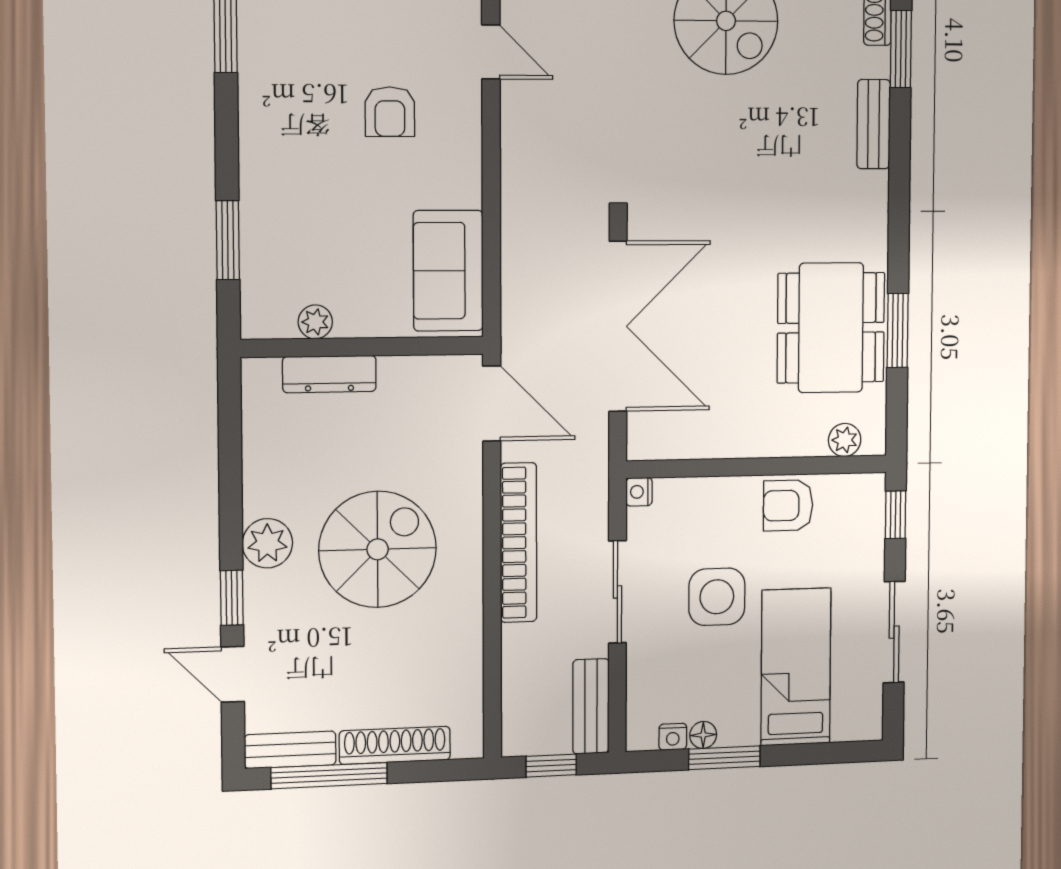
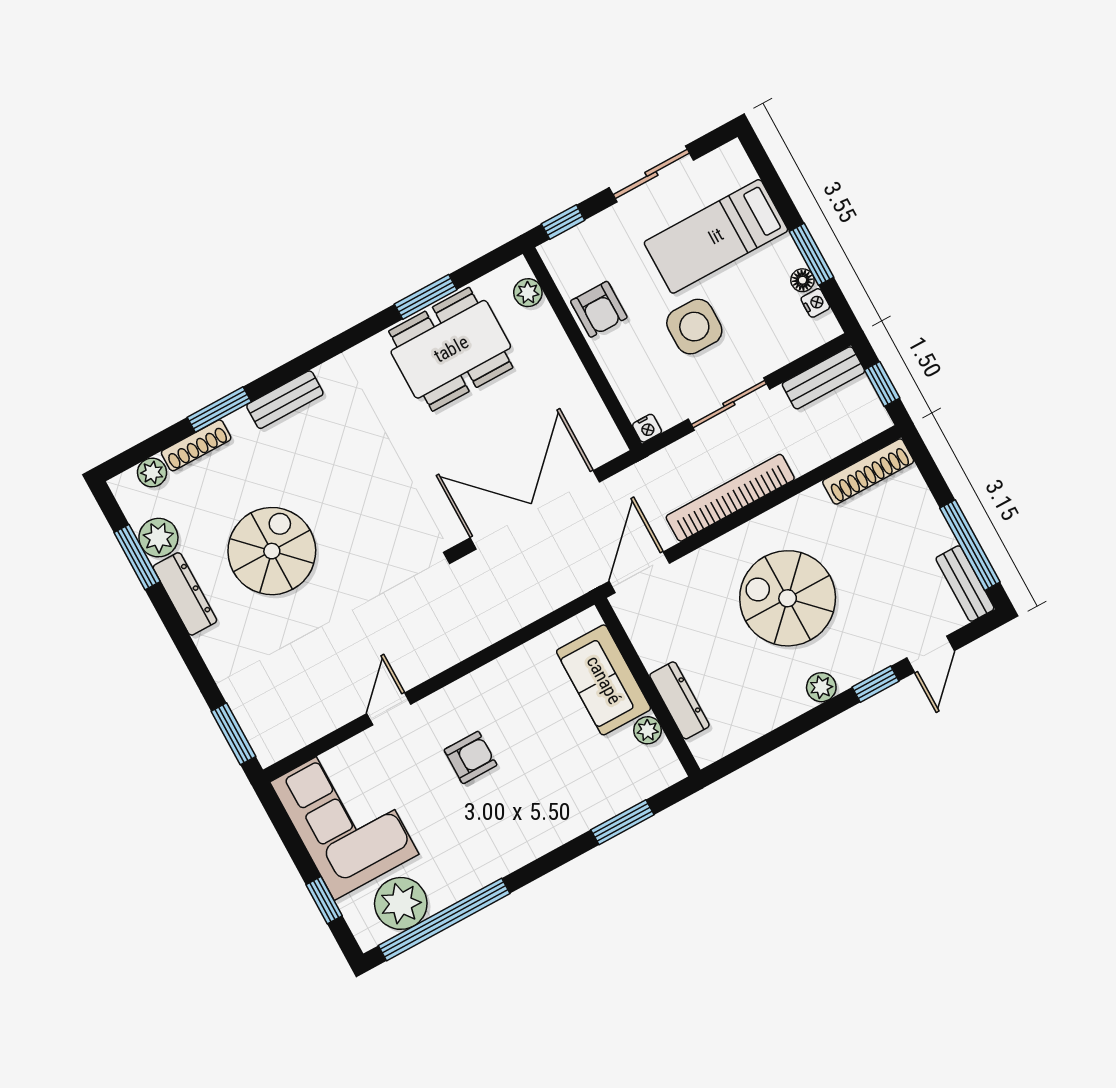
sofa: (448, 271) -> (604, 680), moved, turned 90
plant: (267, 543) -> (821, 687), width x0.73, depth x0.73
shoe rack: (395, 745) -> (868, 471), moved, turned -90

